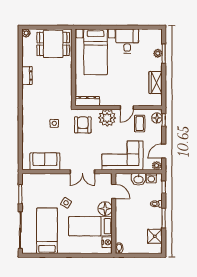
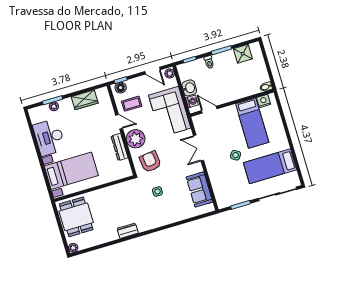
desk: (127, 41) -> (49, 137), width x1.37
dresser: (27, 75) -> (128, 231), moved
dresser: (87, 101) -> (119, 147), moved
armchair: (83, 125) -> (150, 162), turned 83
double door: (82, 172) -> (198, 148), swing flipped
washing machine: (151, 178) -> (192, 101), moved
door: (114, 191) -> (209, 110), hinge flipped
floor lamp: (105, 209) -> (230, 113), removed

